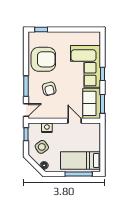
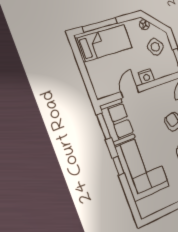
door: (75, 121) -> (130, 92), swing flipped
nightstand: (47, 128) -> (146, 77), moved

